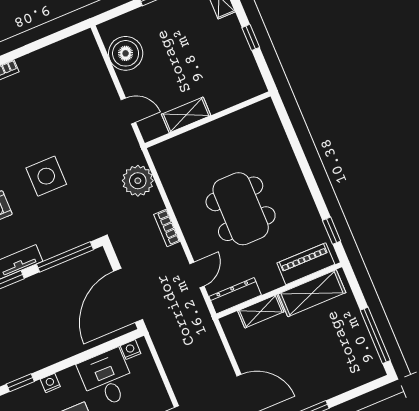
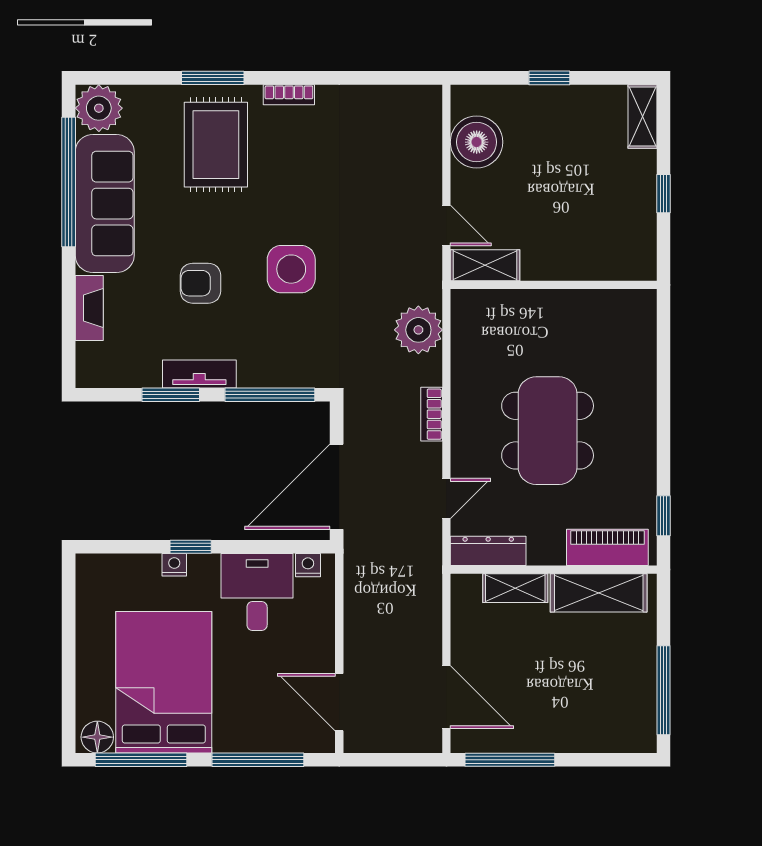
shelving: (186, 115) -> (485, 265), moved
window: (20, 383) -> (191, 547), moved

